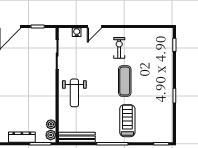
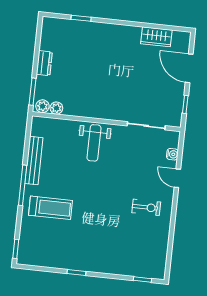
exercise mat: (125, 81) -> (102, 210), removed
weight bench: (74, 93) -> (94, 143), turned -90
dresser: (22, 137) -> (44, 63), width x0.70
bench: (77, 137) -> (34, 161), moved

